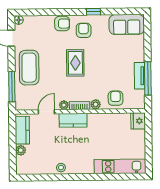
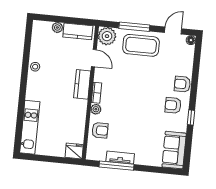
armchair: (62, 24) -> (182, 84), turned 90
armchair: (84, 30) -> (173, 105), turned 180
rug: (75, 63) -> (141, 93), removed
window: (12, 87) -> (134, 27), moved
plant: (64, 105) -> (107, 36), moved, width x1.88, depth x1.88

